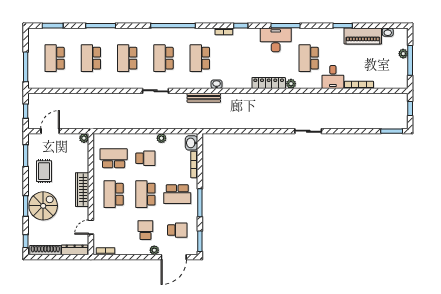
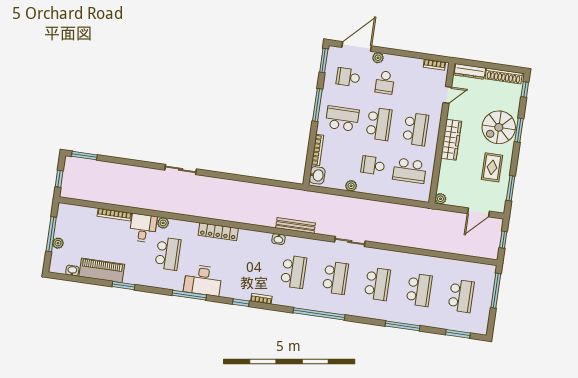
plant: (291, 84) -> (163, 223), moved

